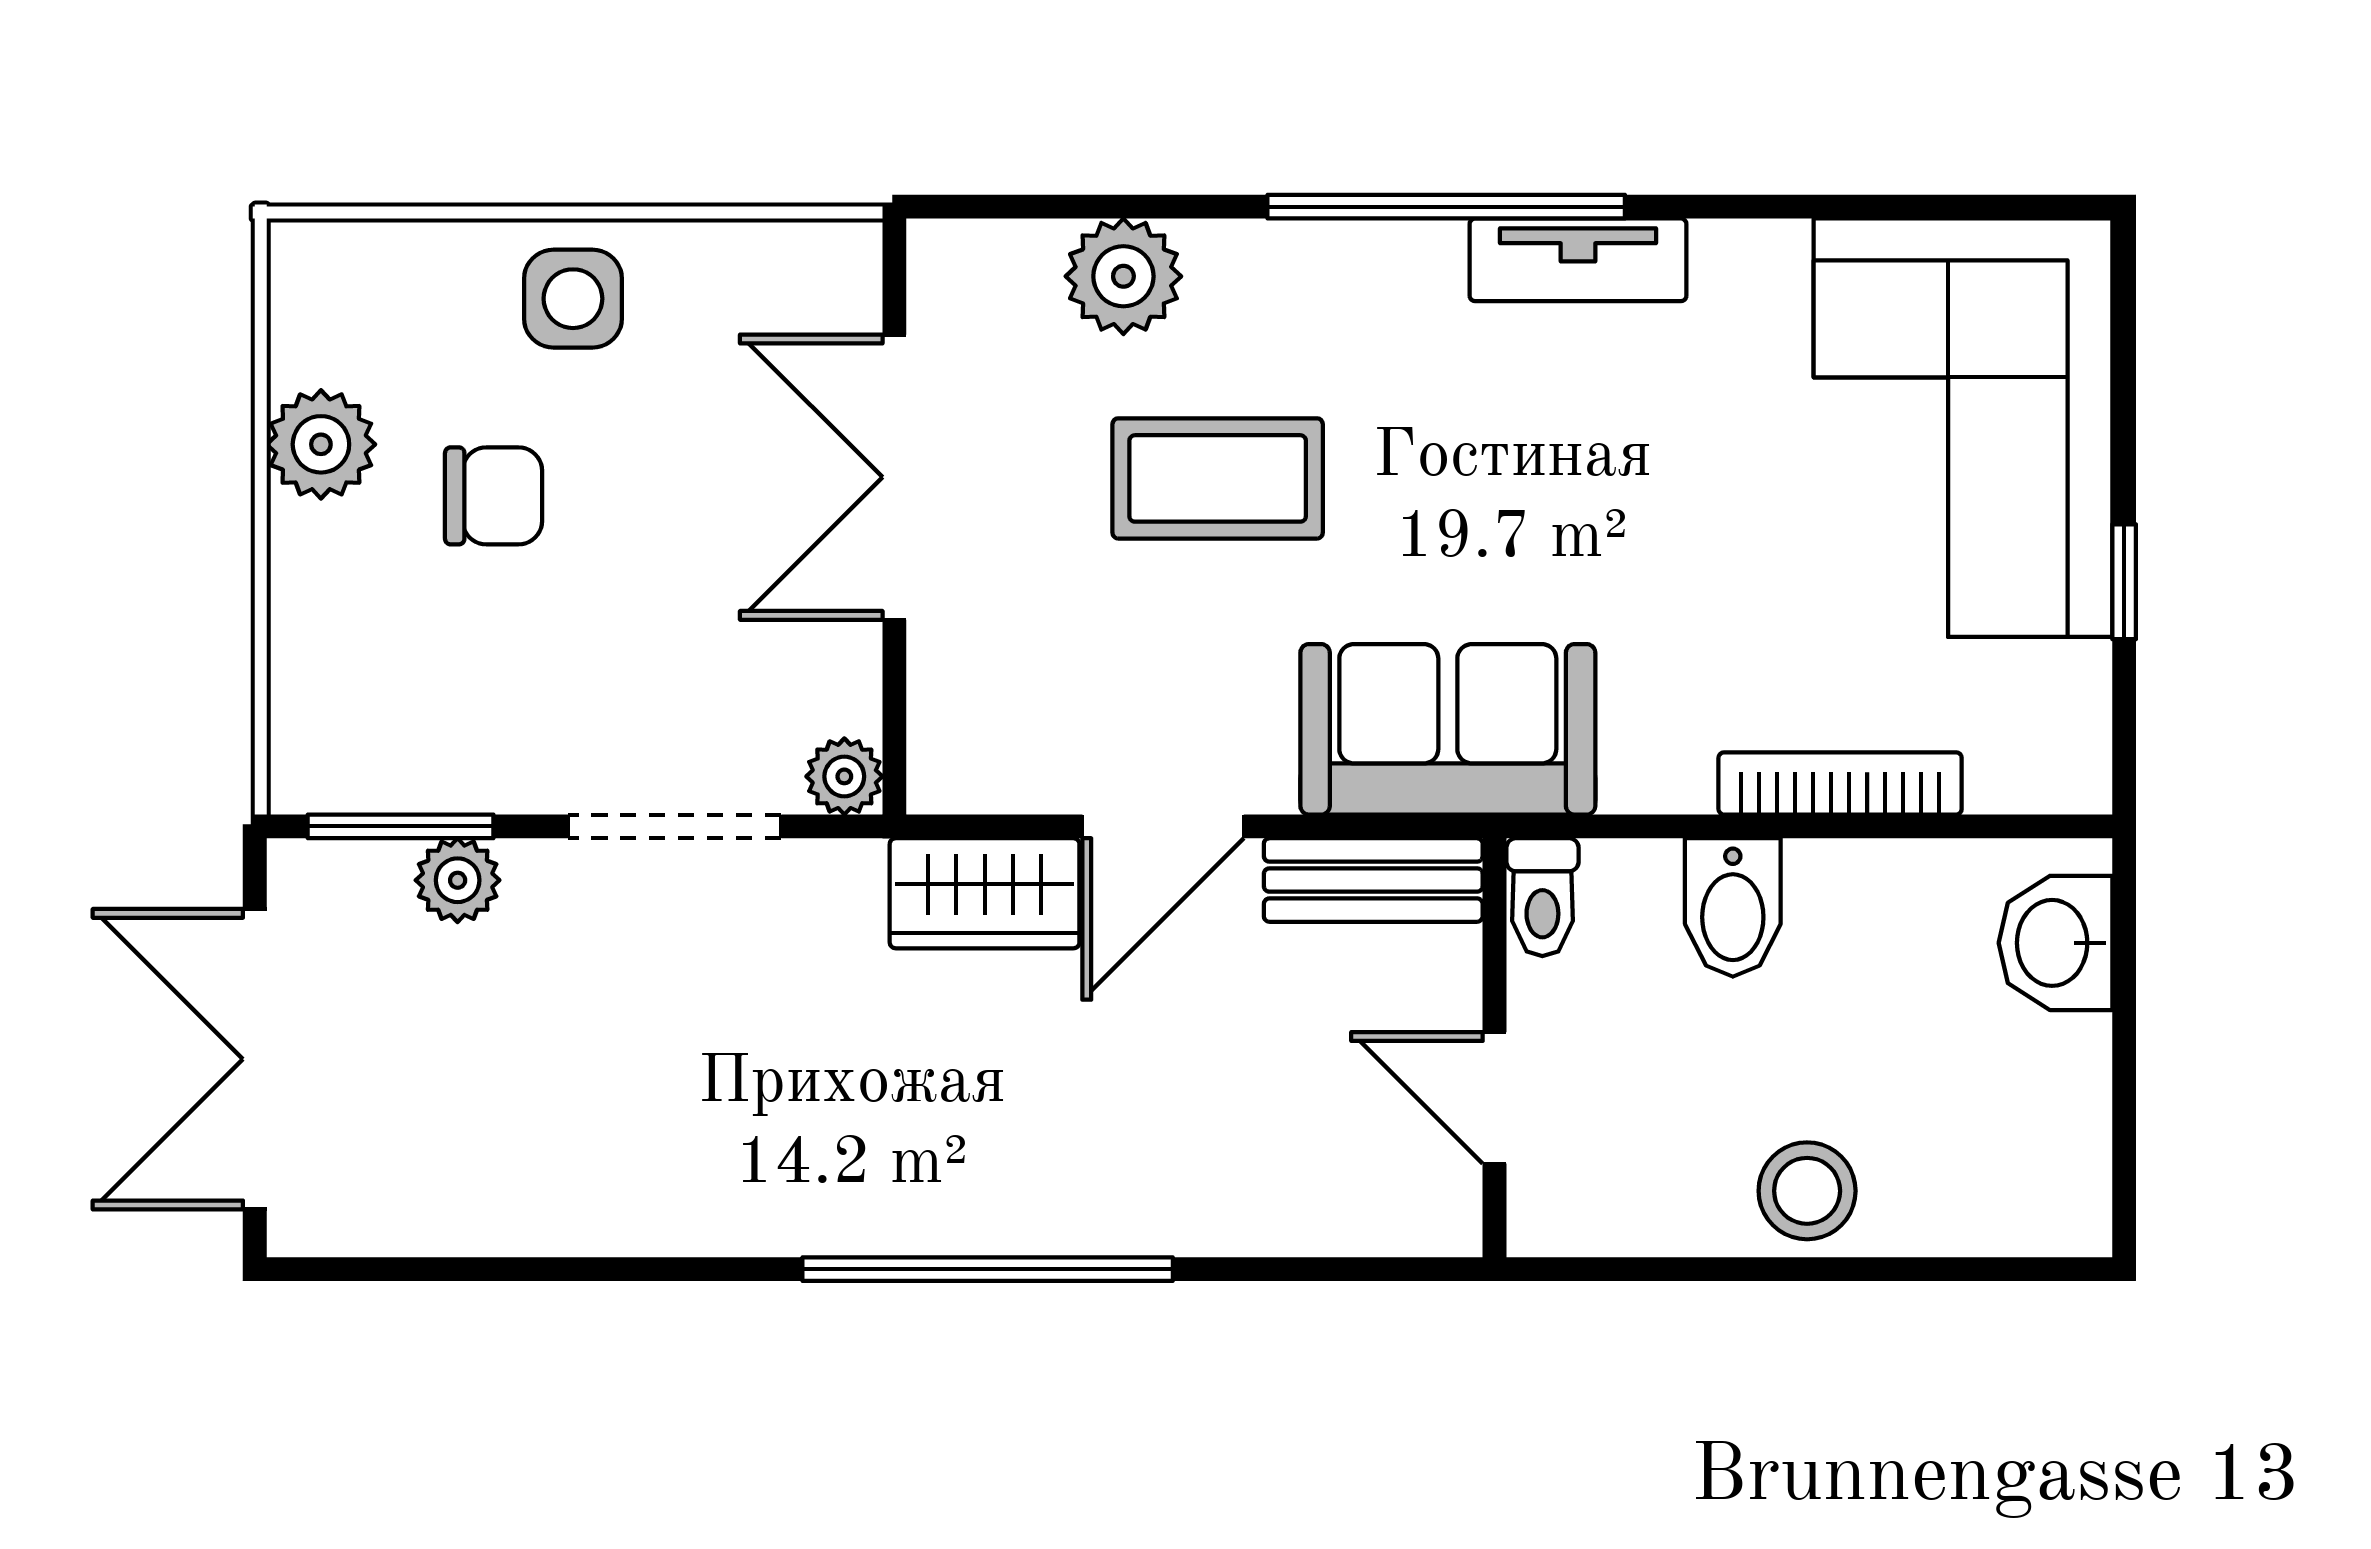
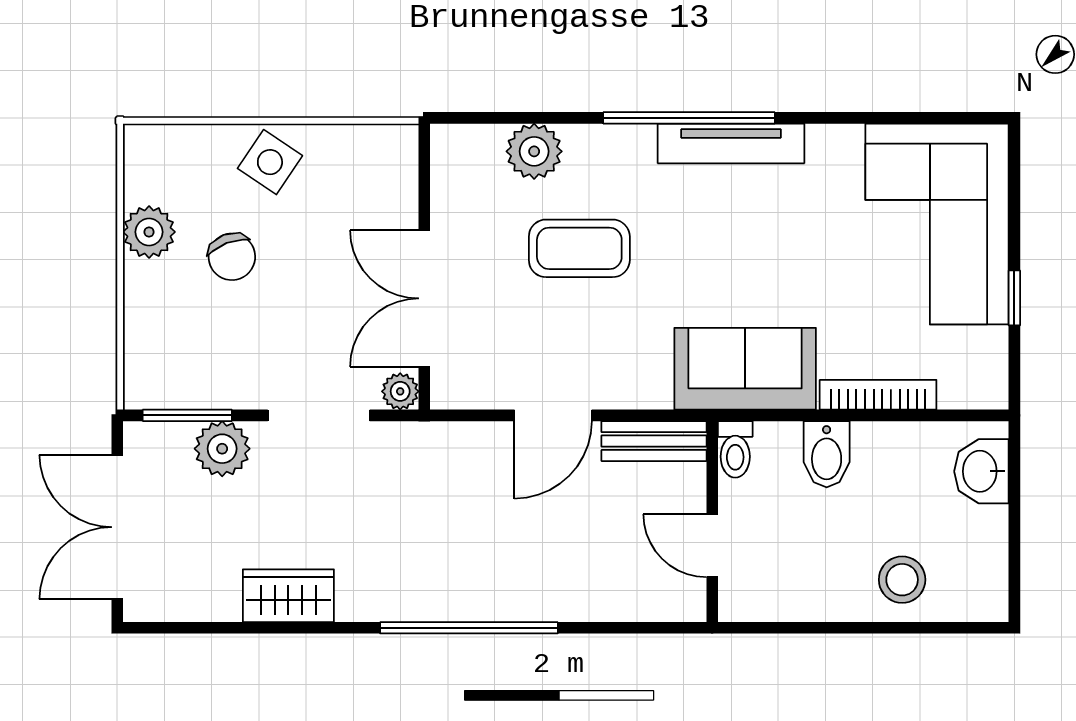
tv unit: (1578, 260) -> (731, 143), width x1.41
side table: (573, 299) -> (270, 162), turned 34
double door: (894, 477) -> (424, 298), moved
chair: (494, 496) -> (232, 257), turned 69
sofa: (1448, 729) -> (745, 369), moved
plant: (458, 880) -> (222, 449), width x1.38, depth x1.38
wardrobe: (985, 893) -> (288, 596), moved, turned 180
stool: (1807, 1191) -> (902, 580), moved

